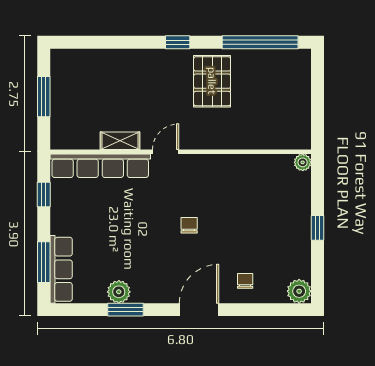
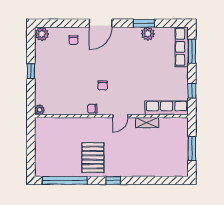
chair: (213, 164) -> (92, 109), added
row of seats: (100, 166) -> (167, 108), width x0.73
chair: (189, 225) -> (103, 85), moved

